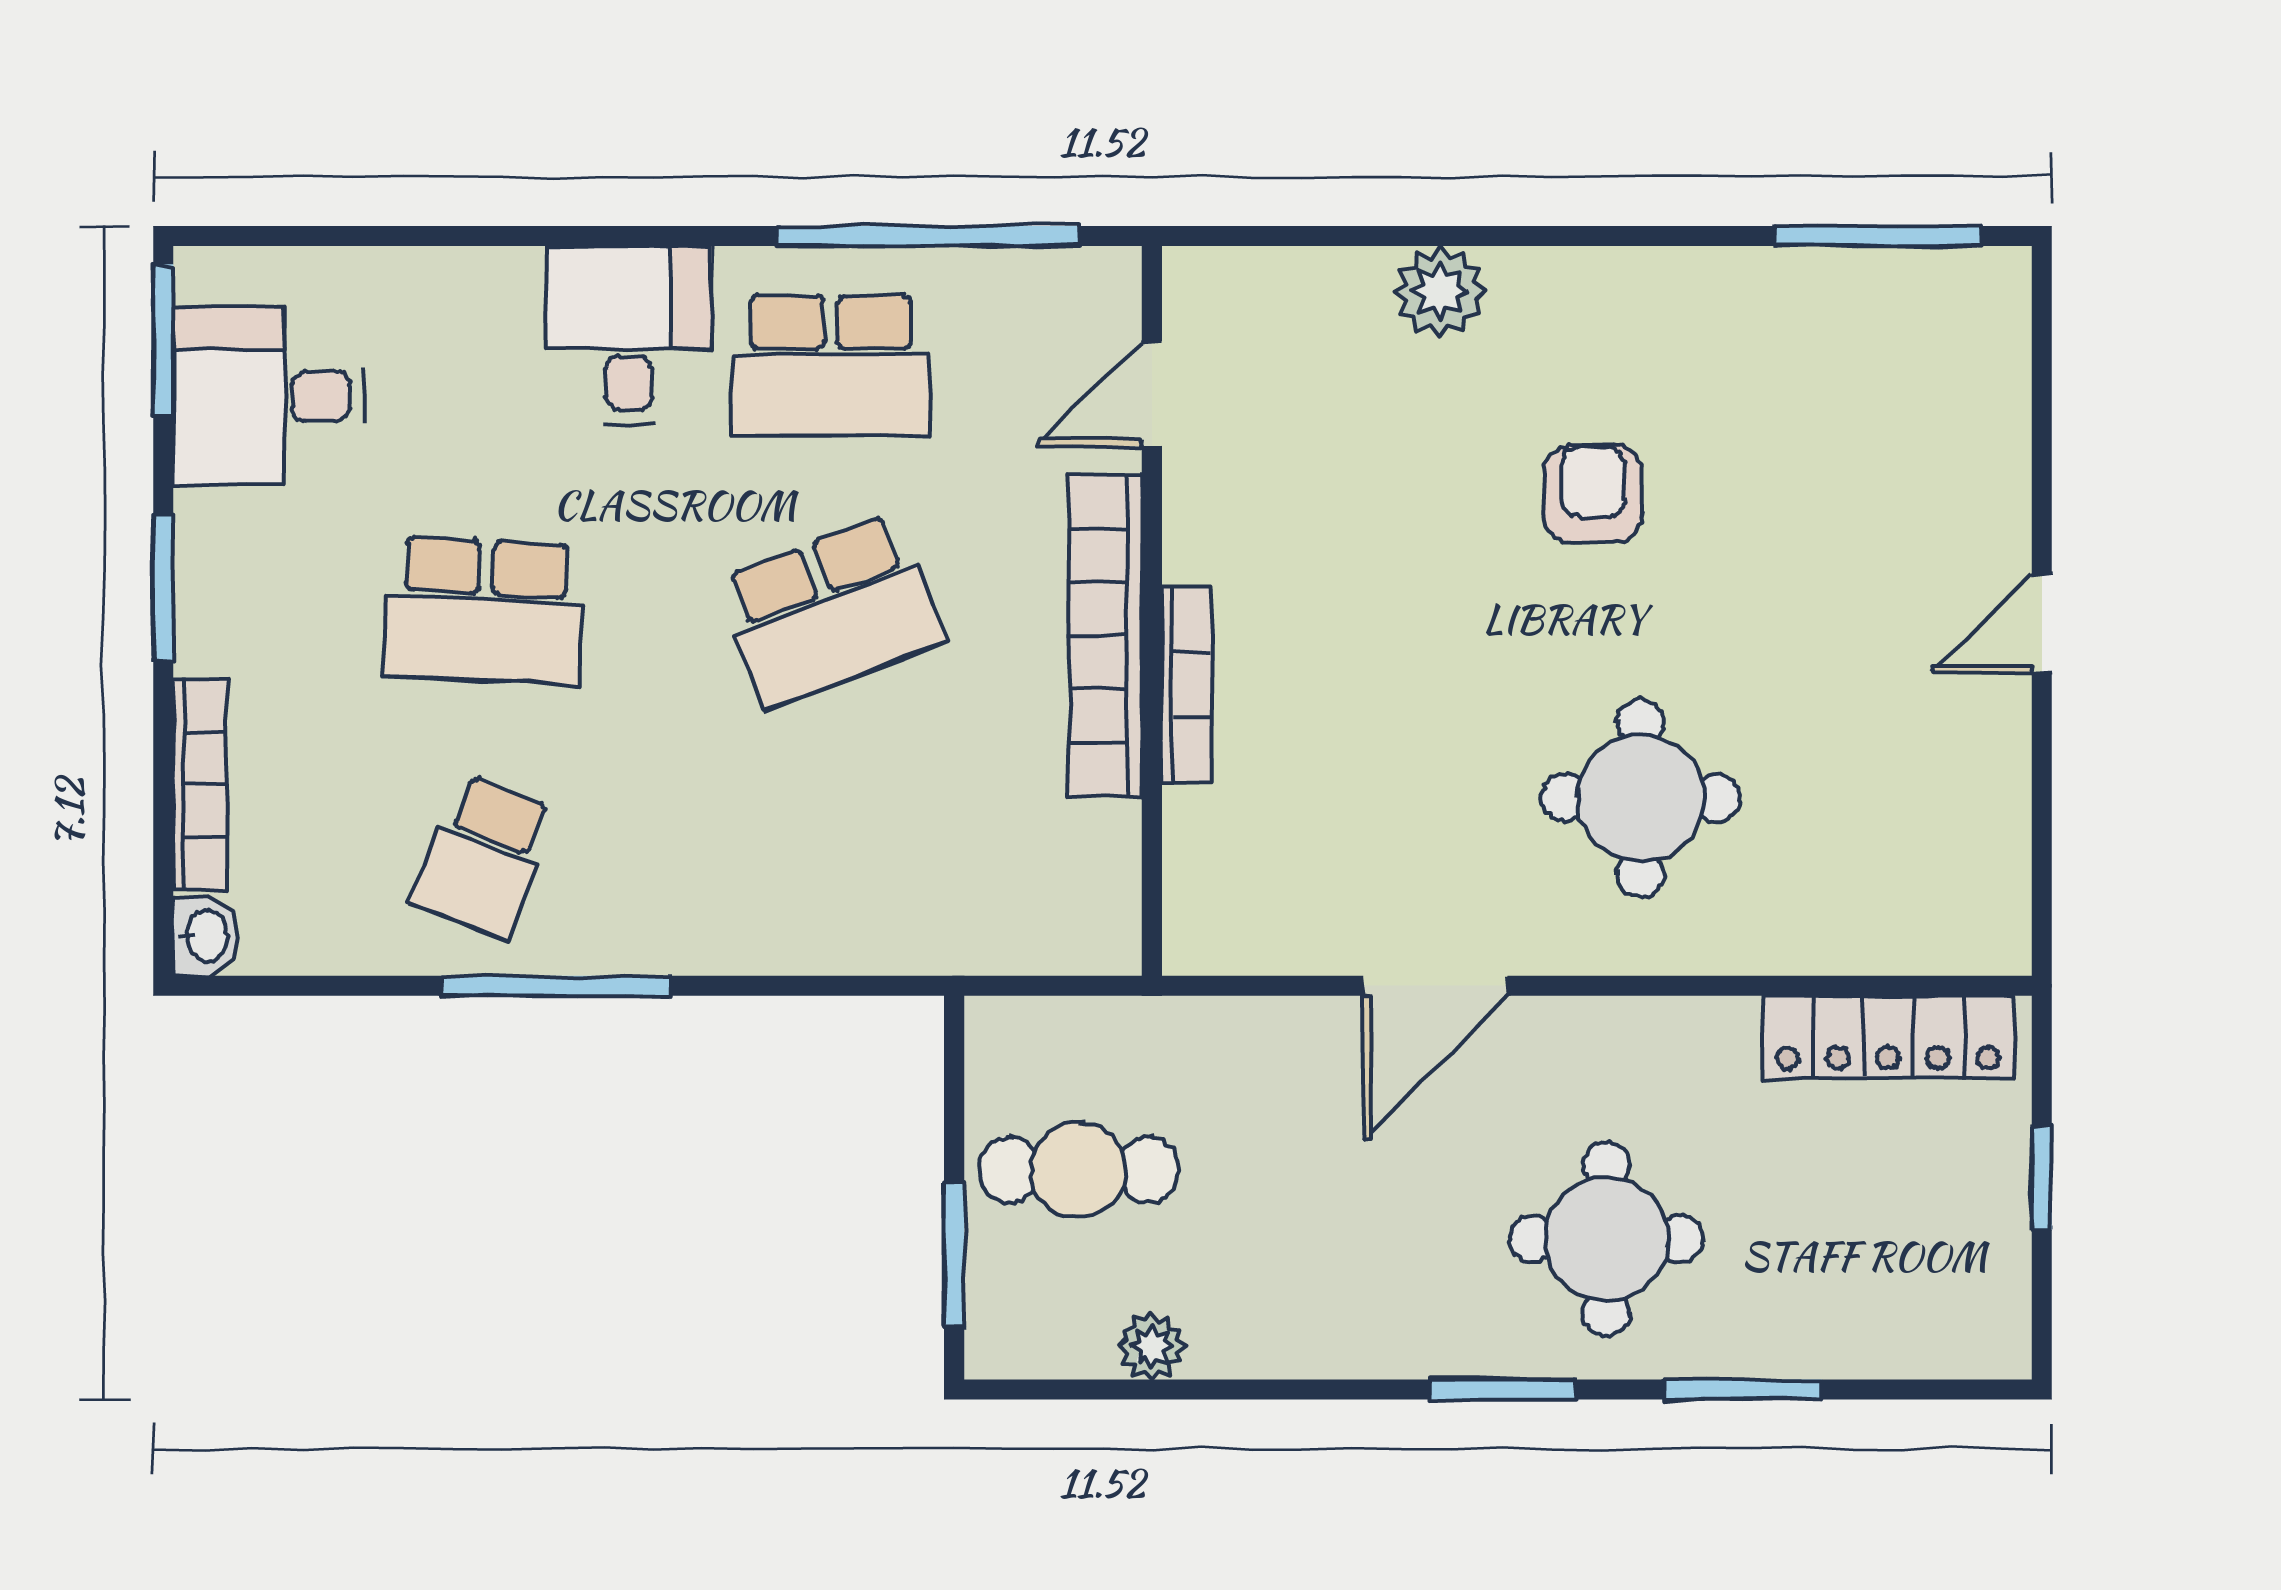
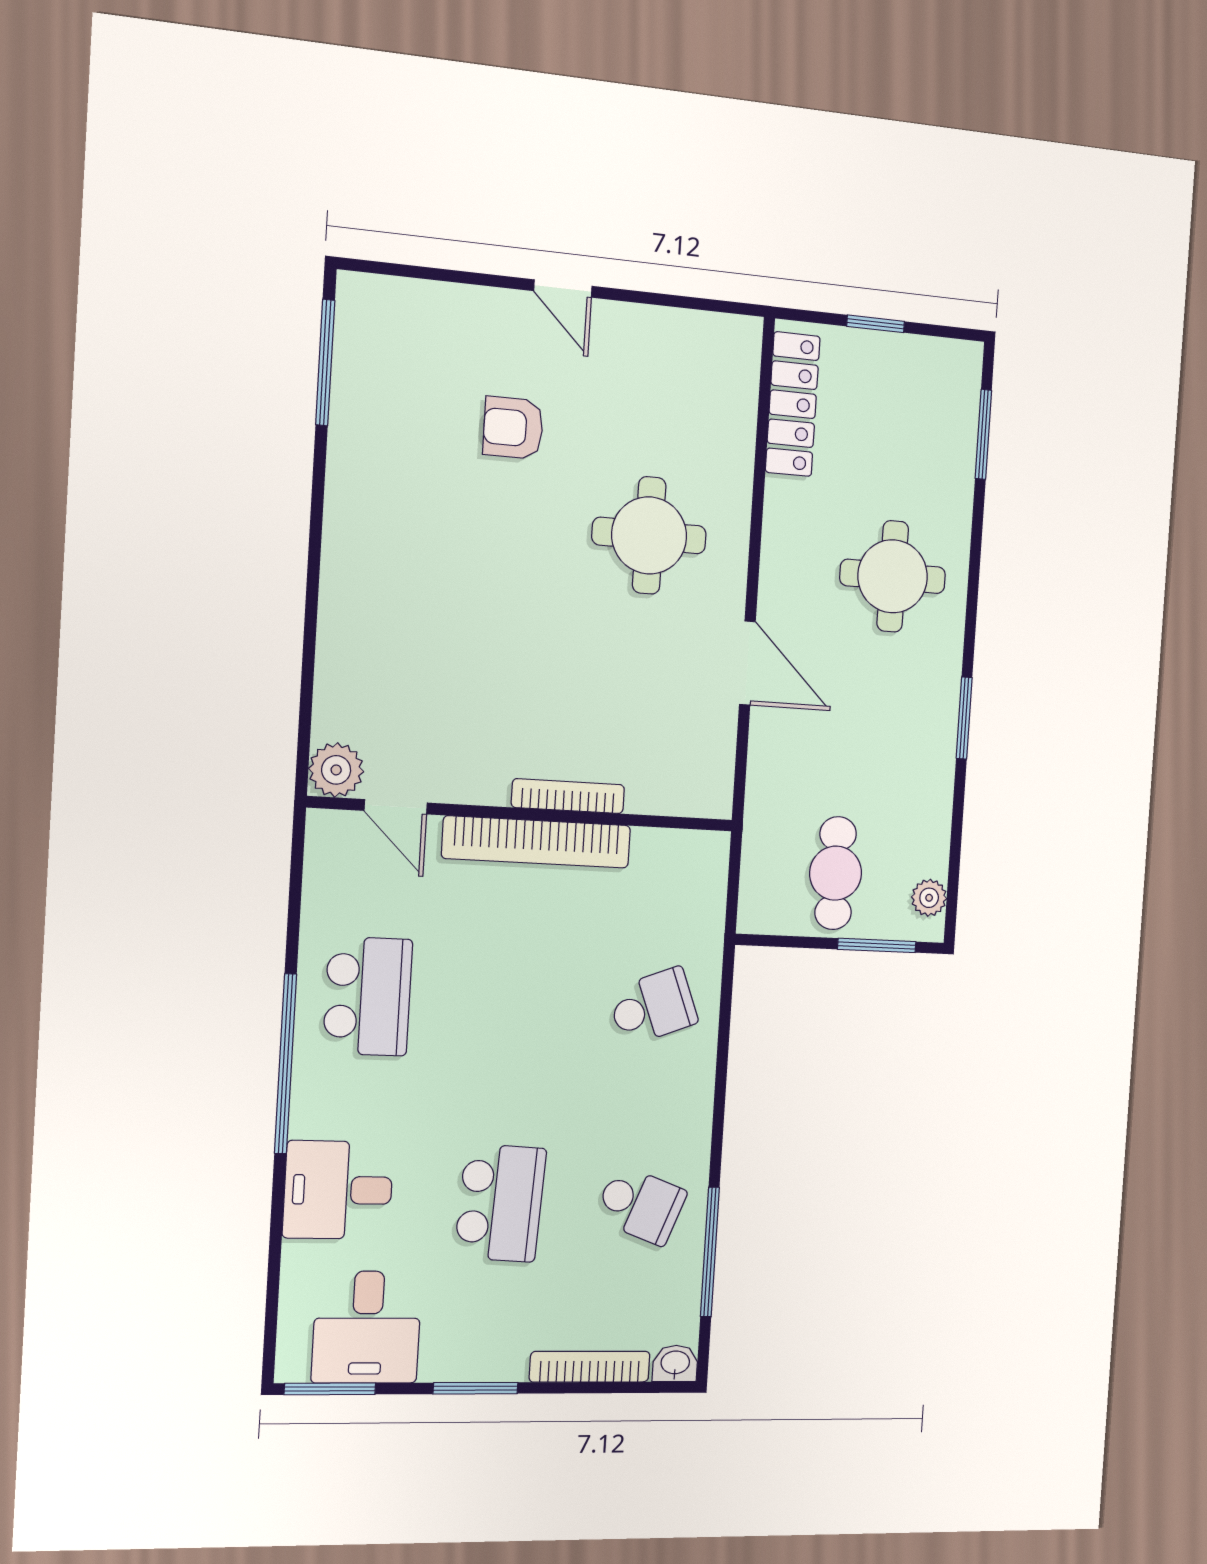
window: (928, 236) -> (286, 1064), moved
plant: (1440, 292) -> (336, 770), moved
desk: (629, 335) -> (338, 1190), moved
armchair: (1593, 494) -> (513, 428), moved
school desk: (831, 611) -> (653, 1007), moved, width x0.54
window: (556, 986) -> (710, 1252), moved
plant: (1152, 1346) -> (929, 898), moved
window: (1503, 1389) -> (964, 718), moved
window: (1743, 1389) -> (983, 434), moved

